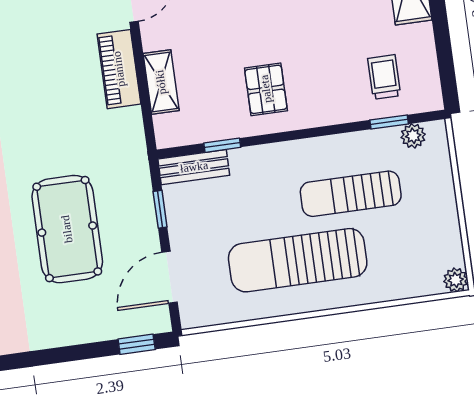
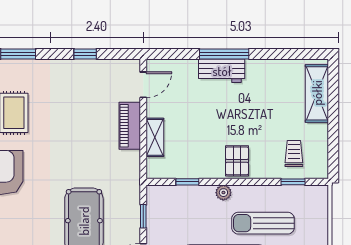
pallet: (266, 89) -> (237, 161), moved
plant: (413, 136) -> (223, 193), moved
bench: (194, 167) -> (168, 193), removed

